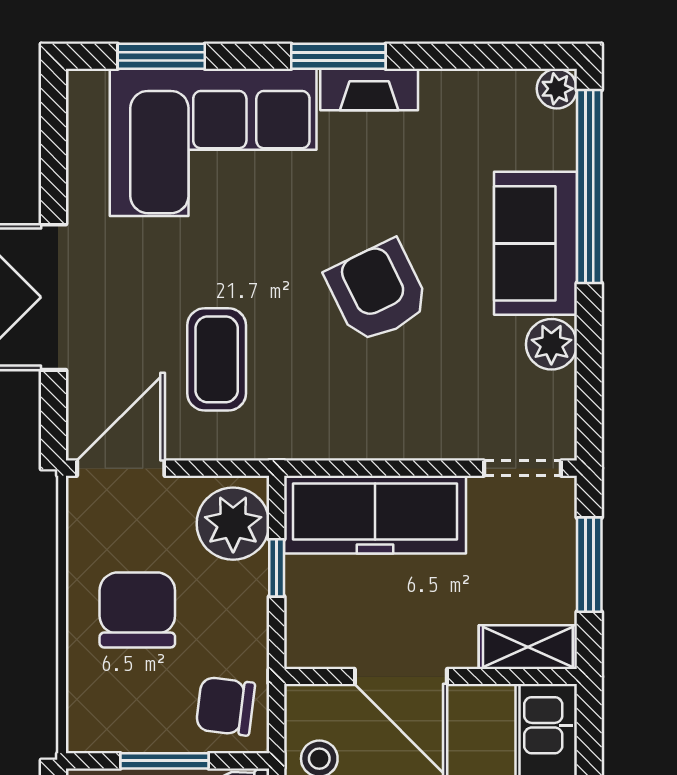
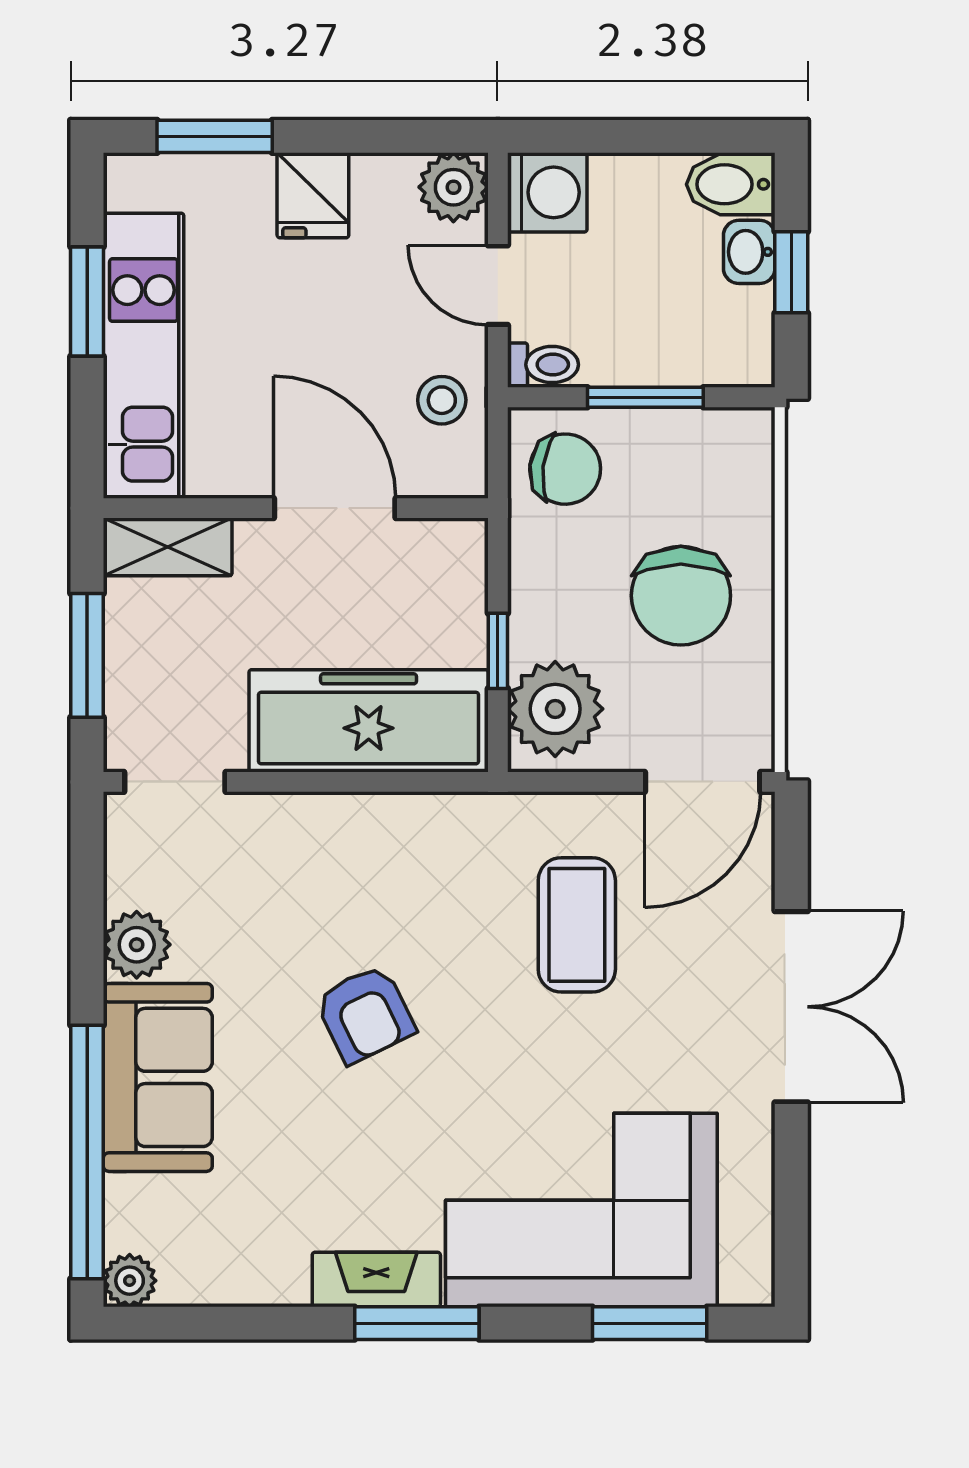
armchair: (378, 292) -> (365, 1014), width x0.72, depth x0.72

